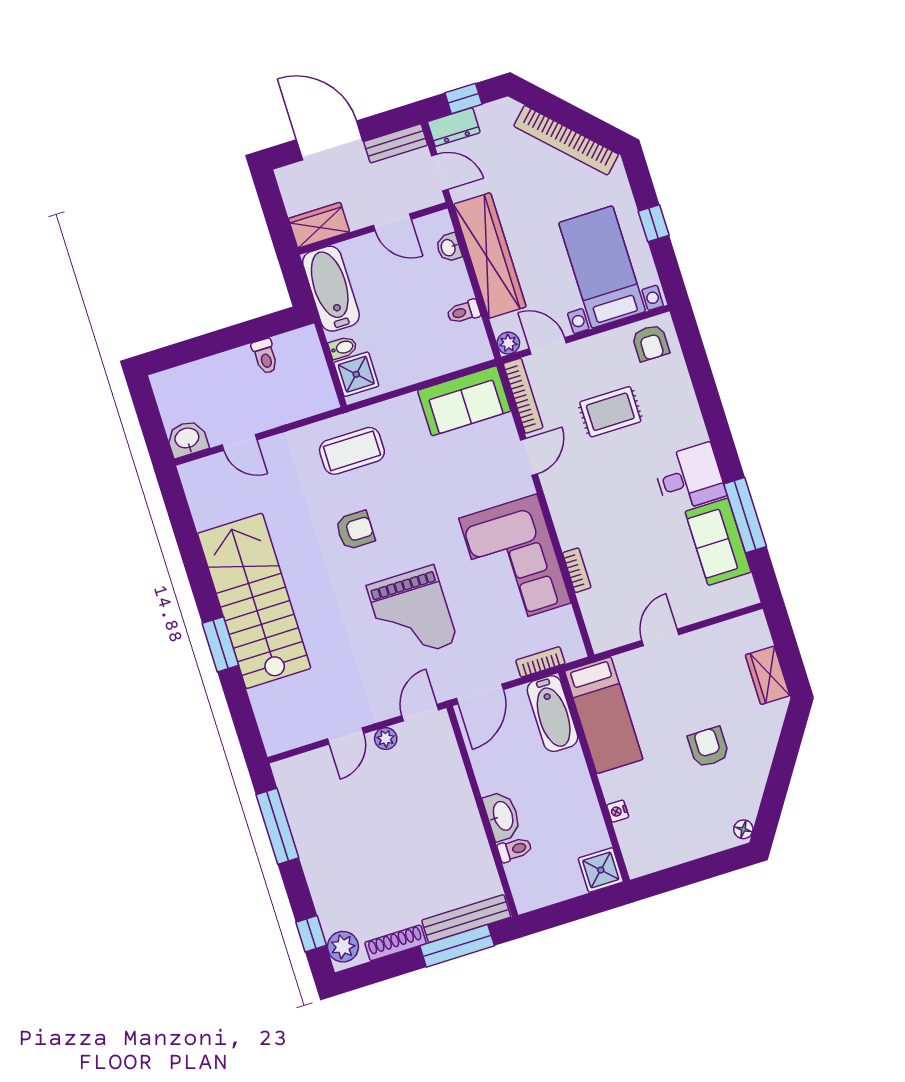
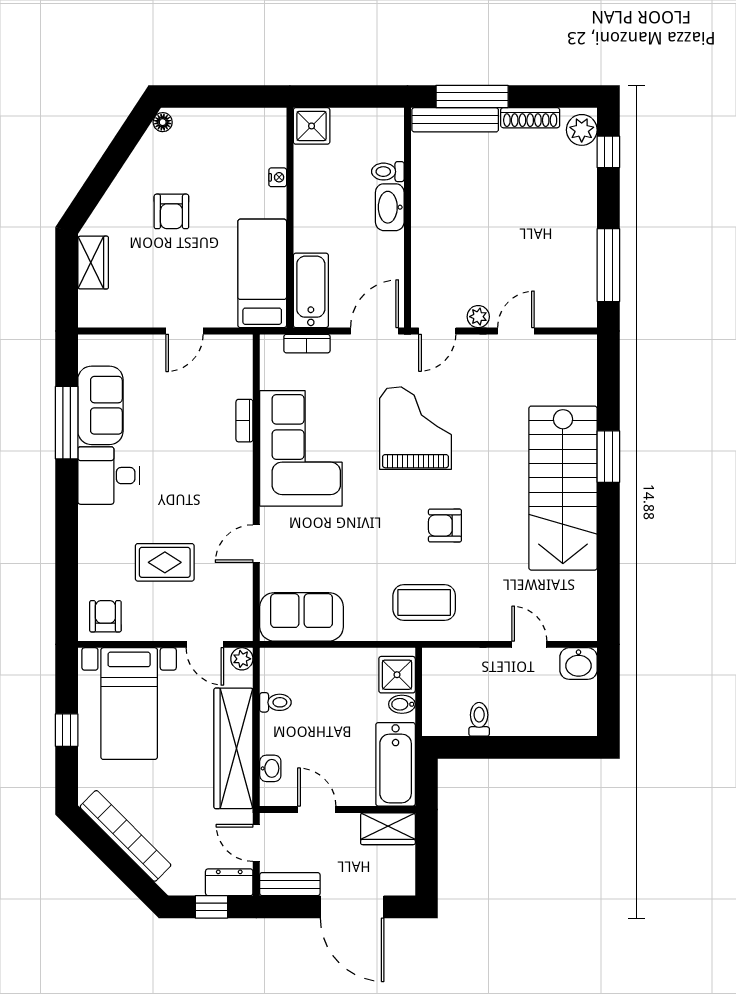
bookcase: (523, 396) -> (244, 604), removed

